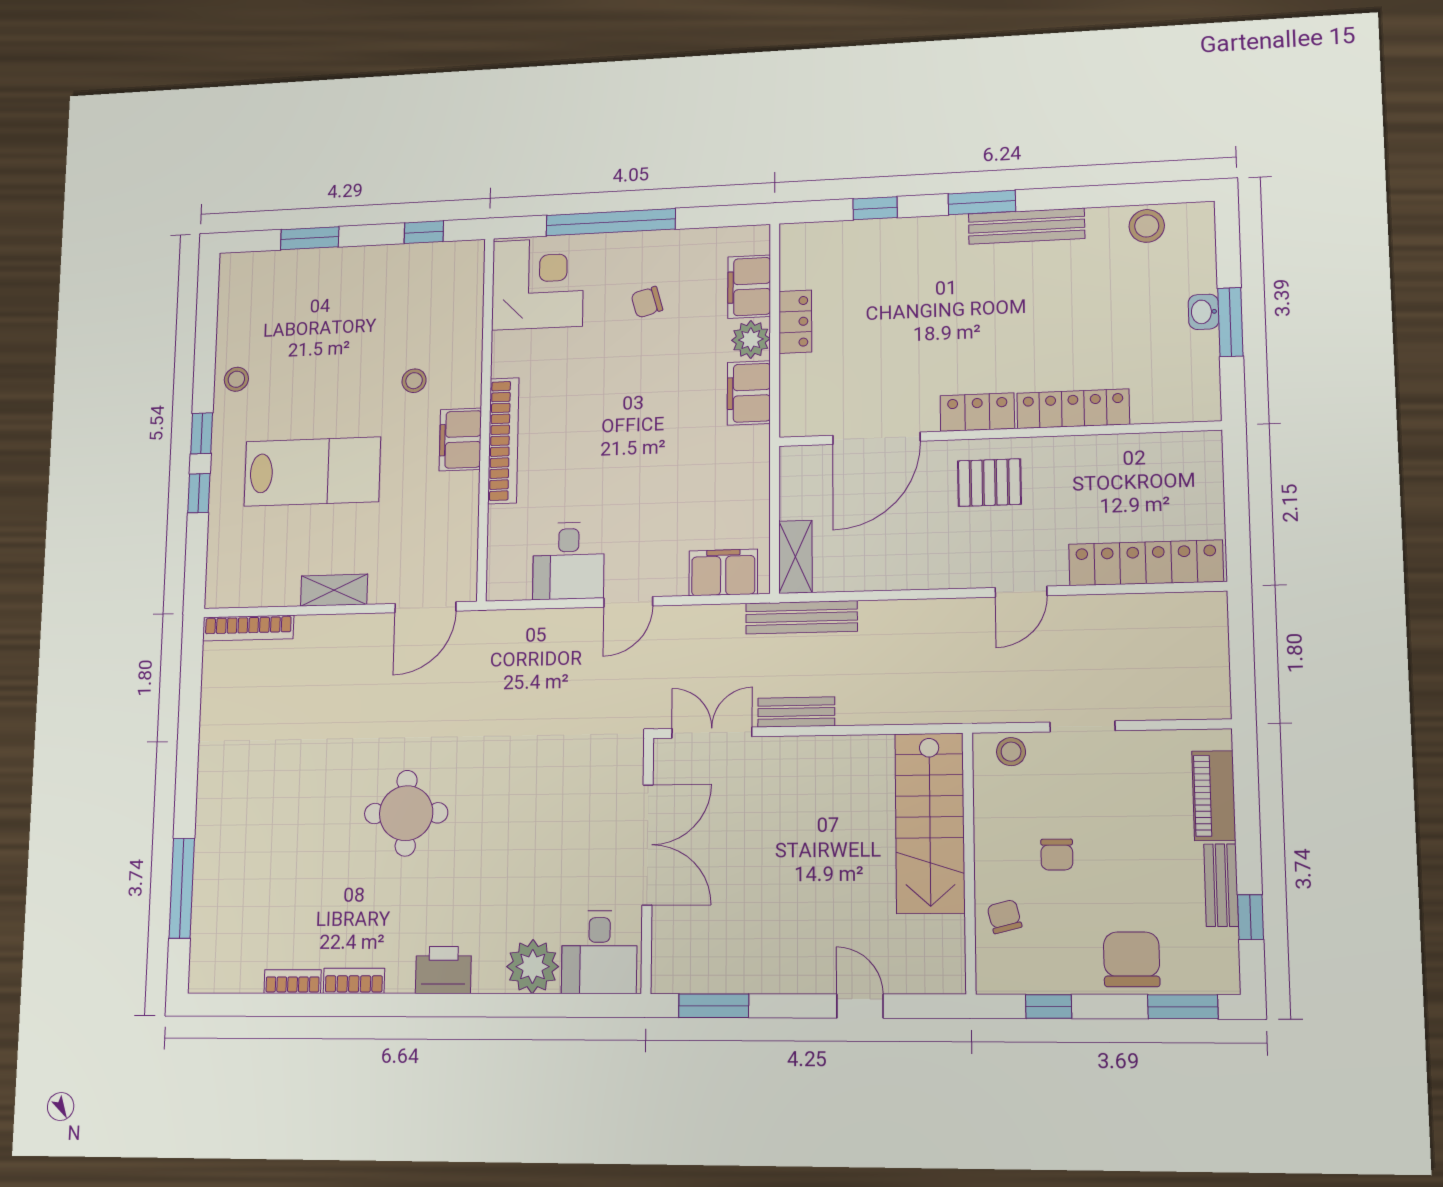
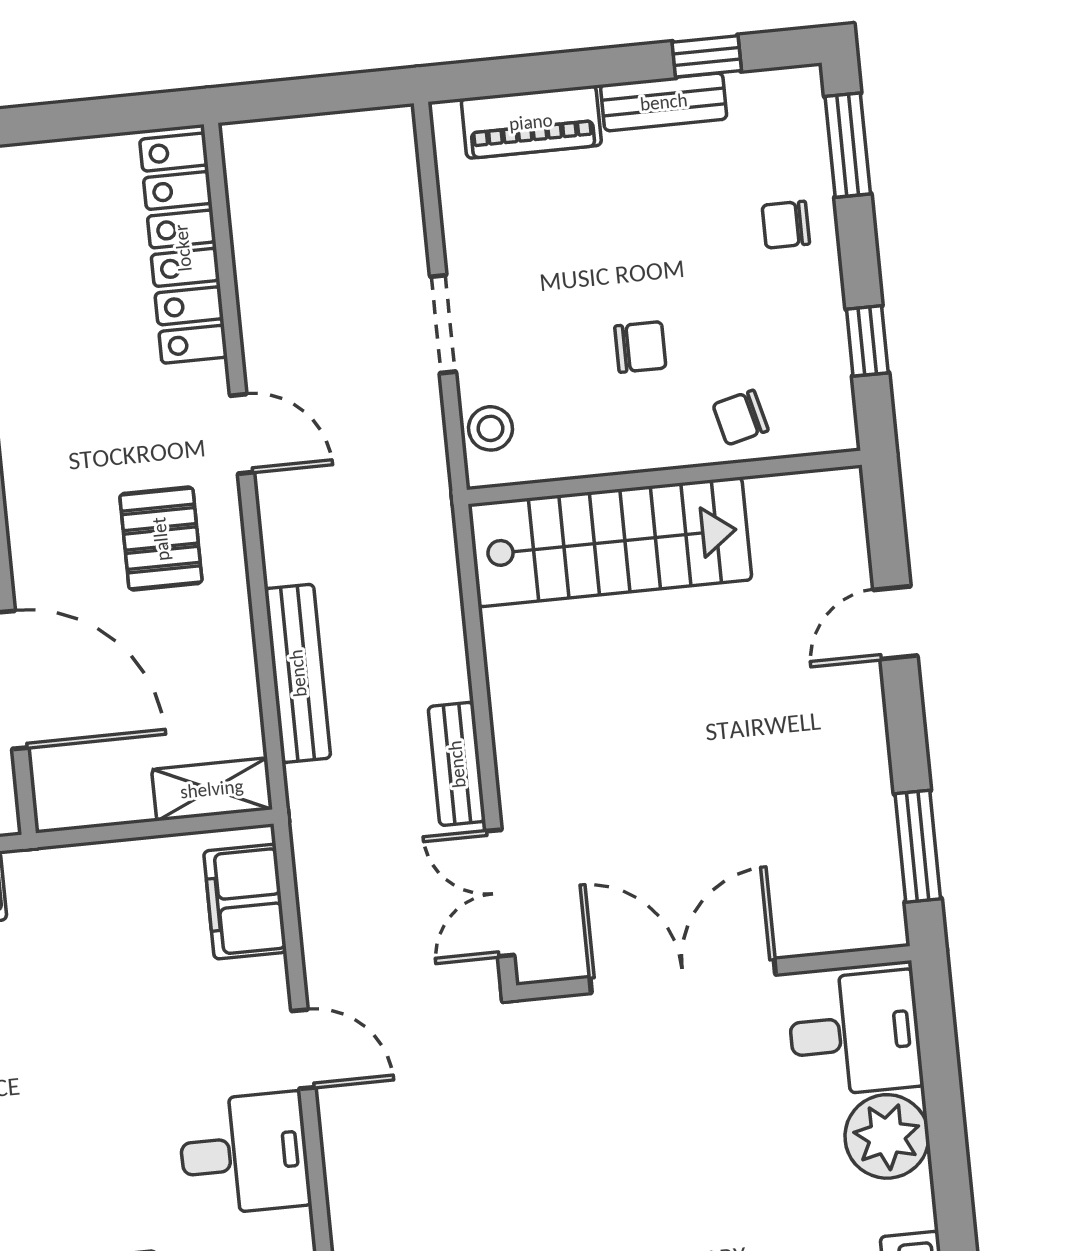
pallet: (989, 483) -> (161, 539), moved
bench: (801, 617) -> (298, 673), moved
chair: (1132, 959) -> (786, 225), width x0.54, depth x0.54

